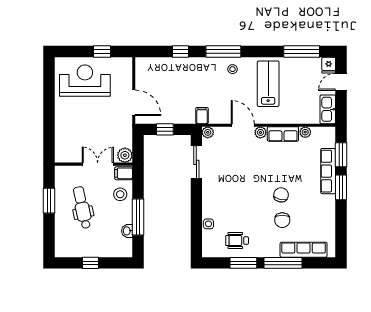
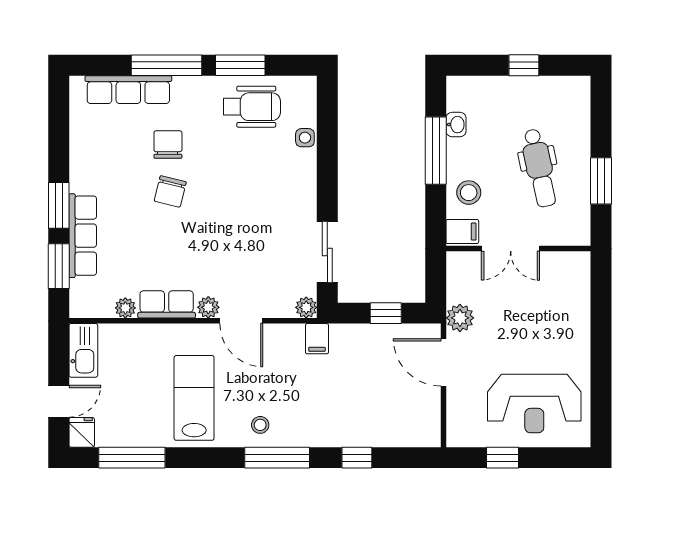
lab bench: (268, 84) -> (194, 398), turned 180
plant: (125, 155) -> (460, 318), moved
wheelchair: (237, 241) -> (252, 107), width x1.36, depth x1.37

